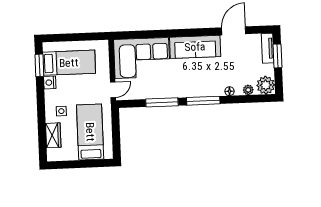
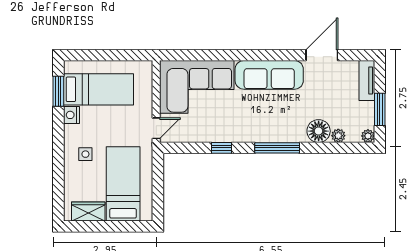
window: (278, 56) -> (380, 109), moved
plant: (266, 85) -> (368, 136), width x0.53, depth x0.53
floor lamp: (230, 91) -> (319, 131), width x1.89, depth x1.89
window: (162, 102) -> (221, 148), width x0.46
wardrobe: (53, 135) -> (88, 212), moved, turned -90

